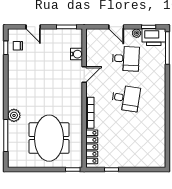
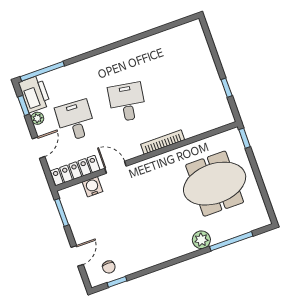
locker: (92, 147) -> (75, 170), moved

